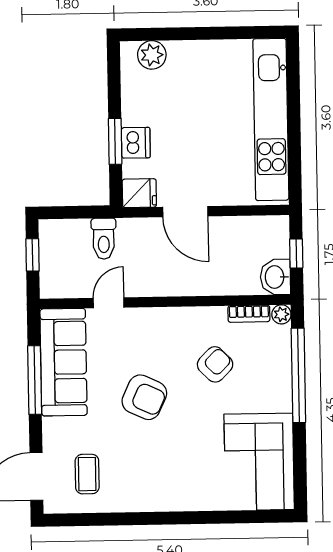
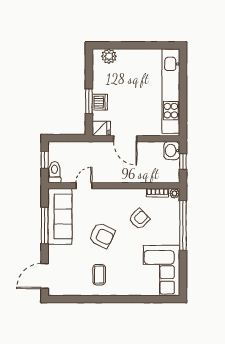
toilet: (104, 239) -> (55, 172), moved, turned 180
washbasin: (275, 277) -> (172, 151), moved
coffee table: (87, 474) -> (99, 275), moved

